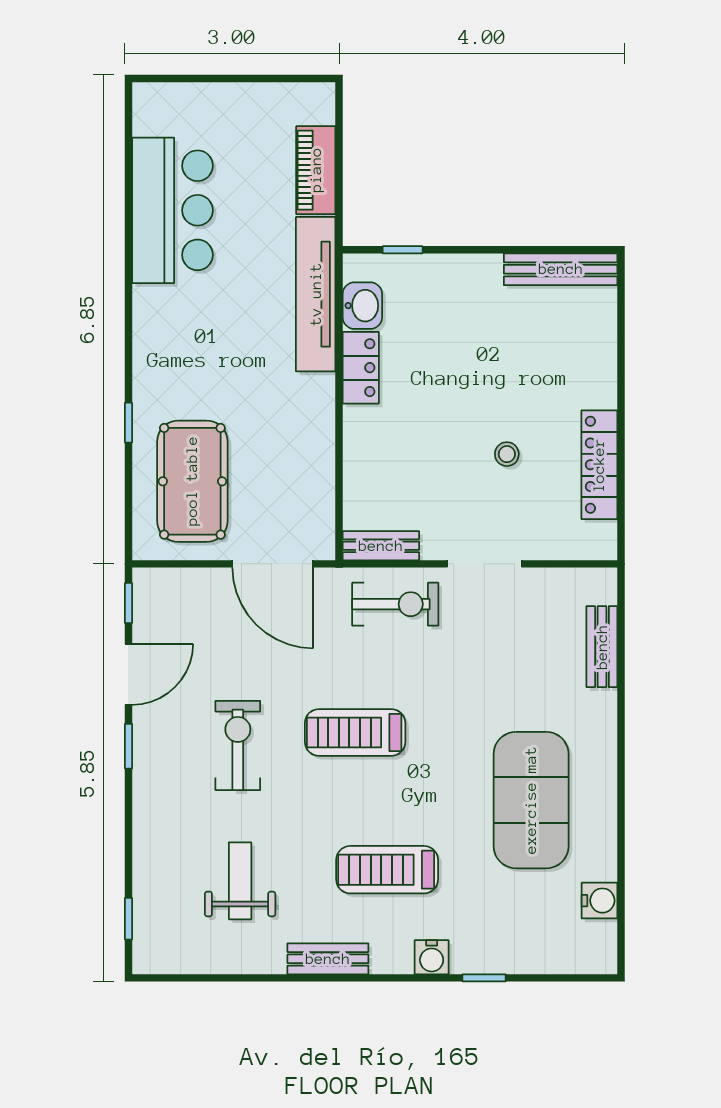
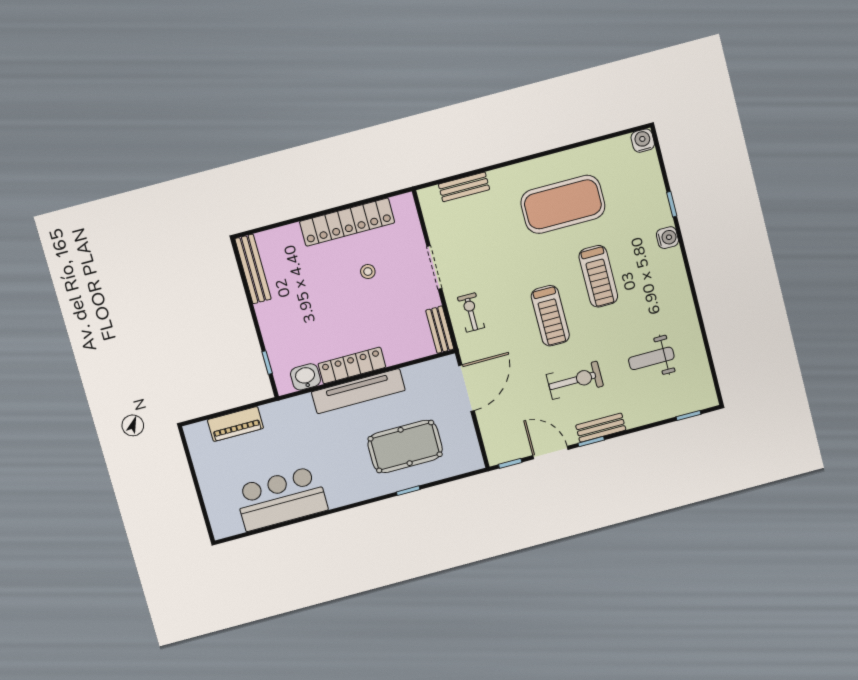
tv unit: (316, 294) -> (358, 391), moved
locker: (361, 368) -> (352, 365), width x1.53
locker: (599, 465) -> (347, 222), width x1.41, depth x1.21
pool table: (192, 481) -> (405, 446), moved
exercise bike: (395, 604) -> (471, 312), width x0.73, depth x0.72
exercise bike: (238, 745) -> (575, 380), turned 180
treadmill: (387, 870) -> (598, 276), moved
water cooler: (600, 901) -> (643, 141), moved
bench: (328, 959) -> (601, 428), moved, turned 90

